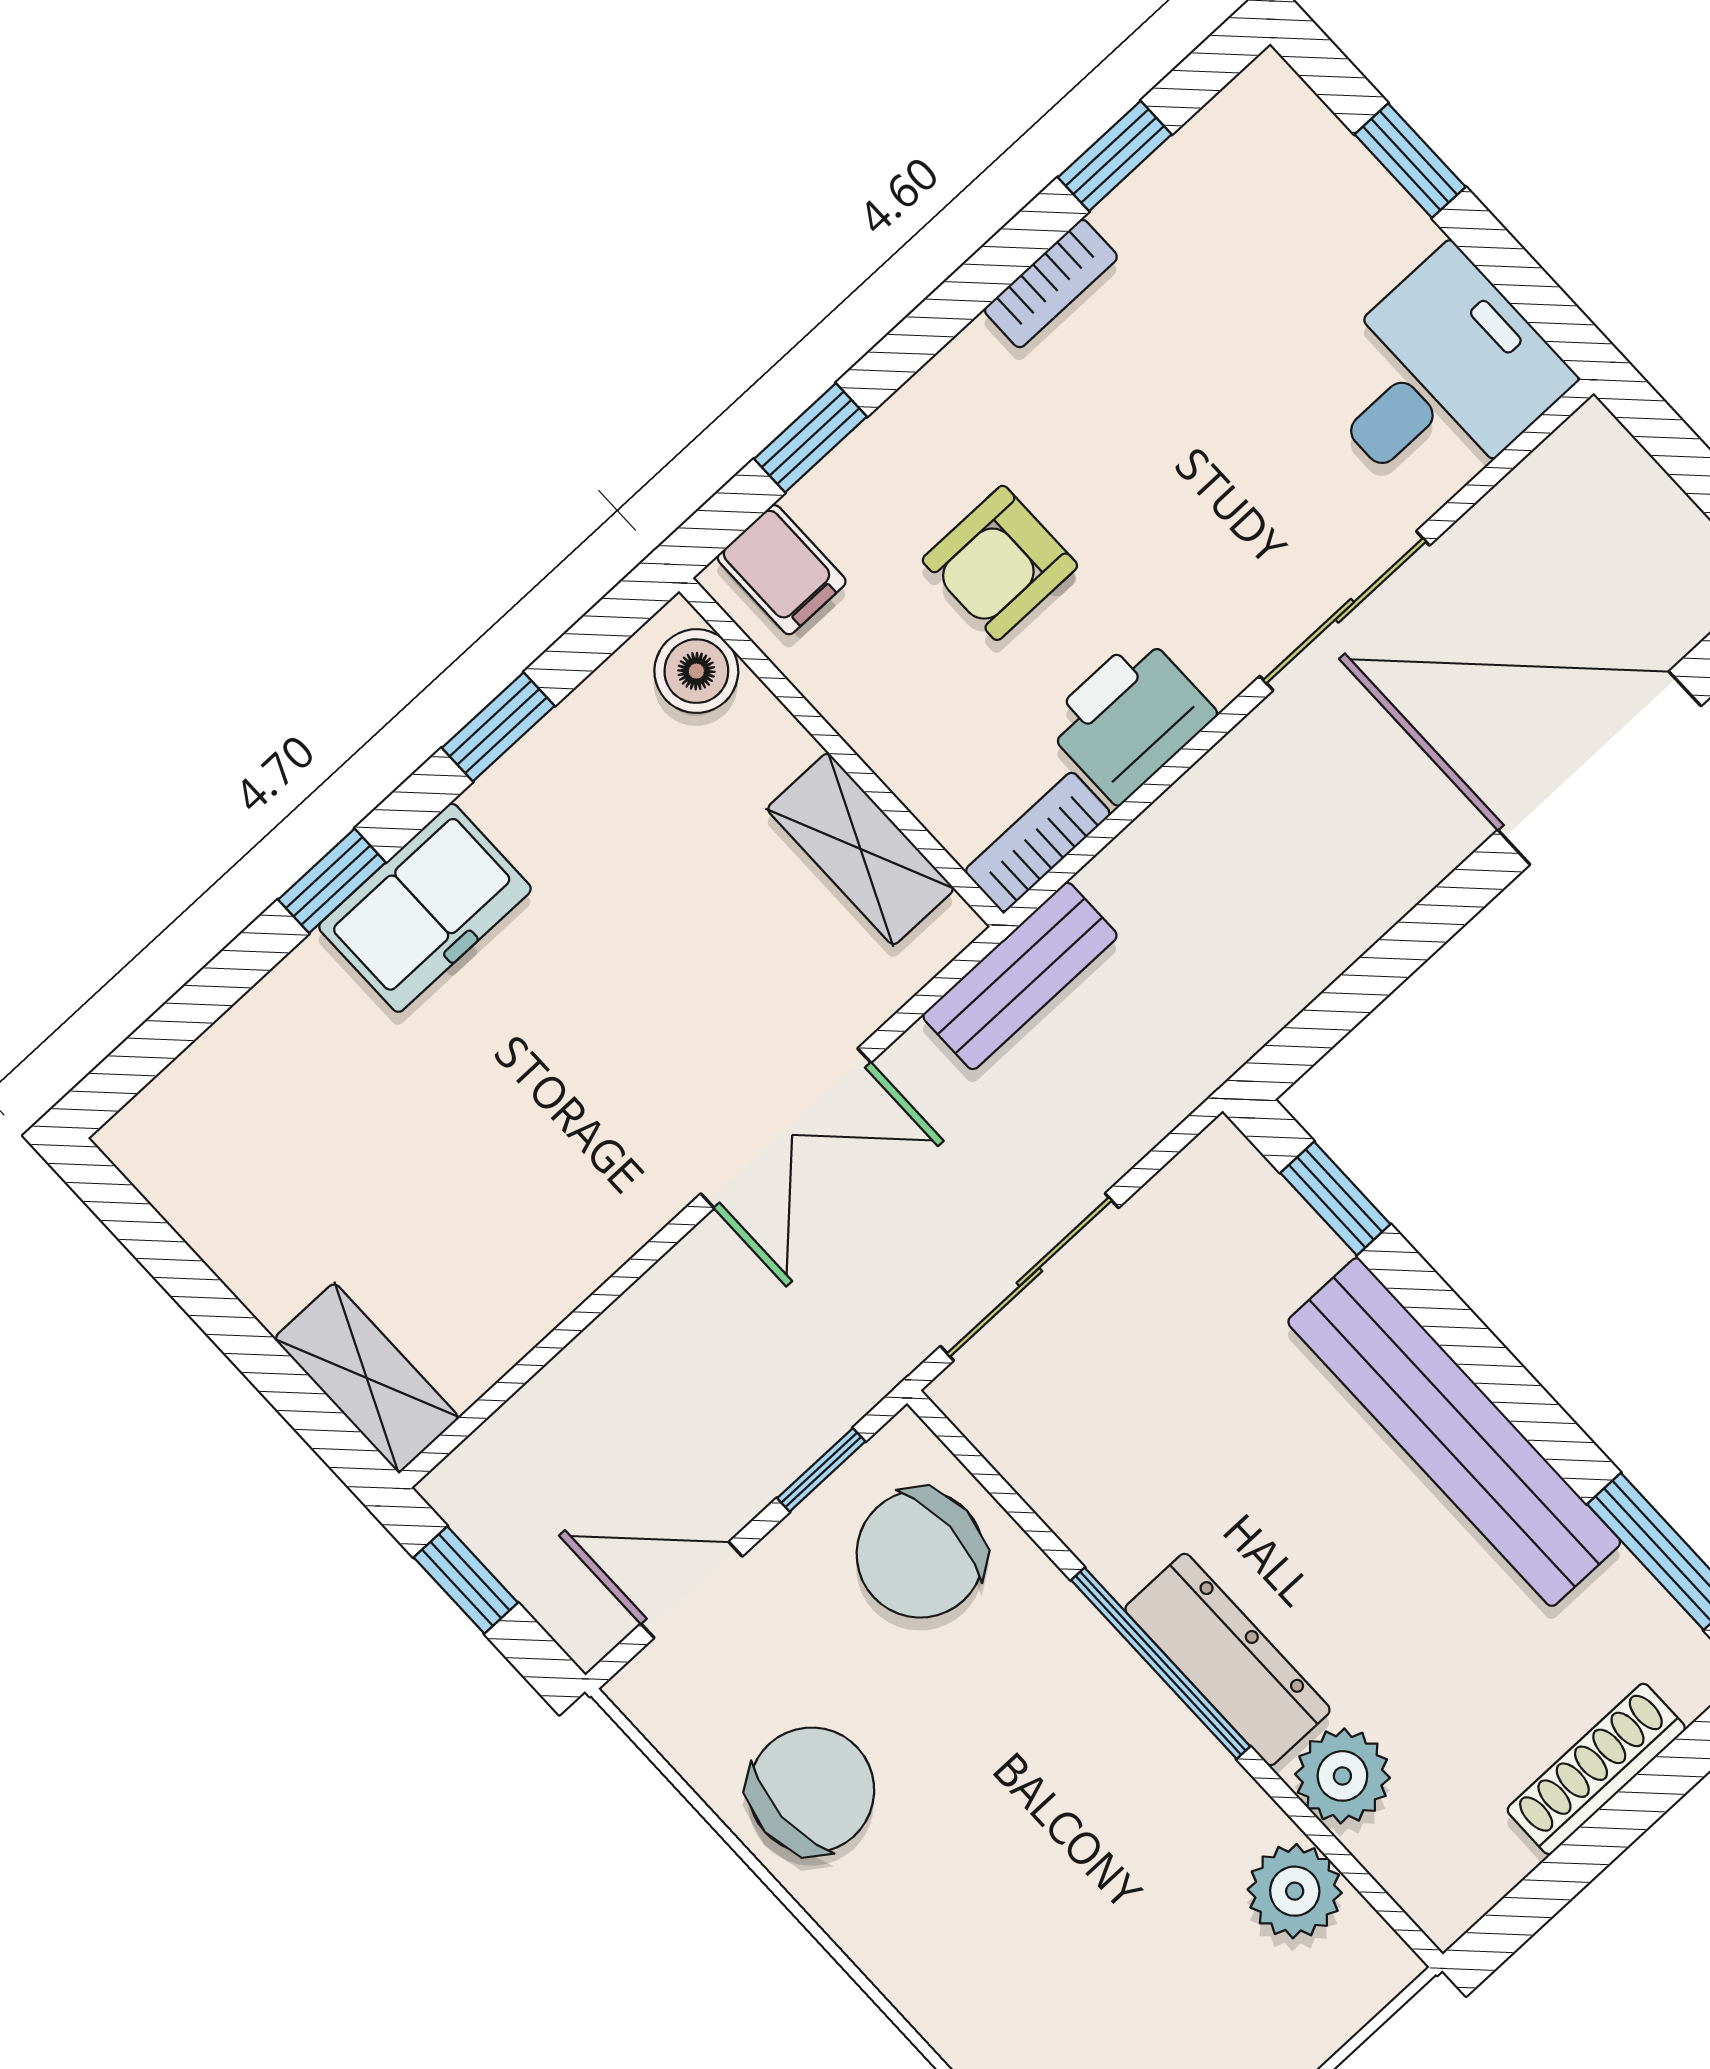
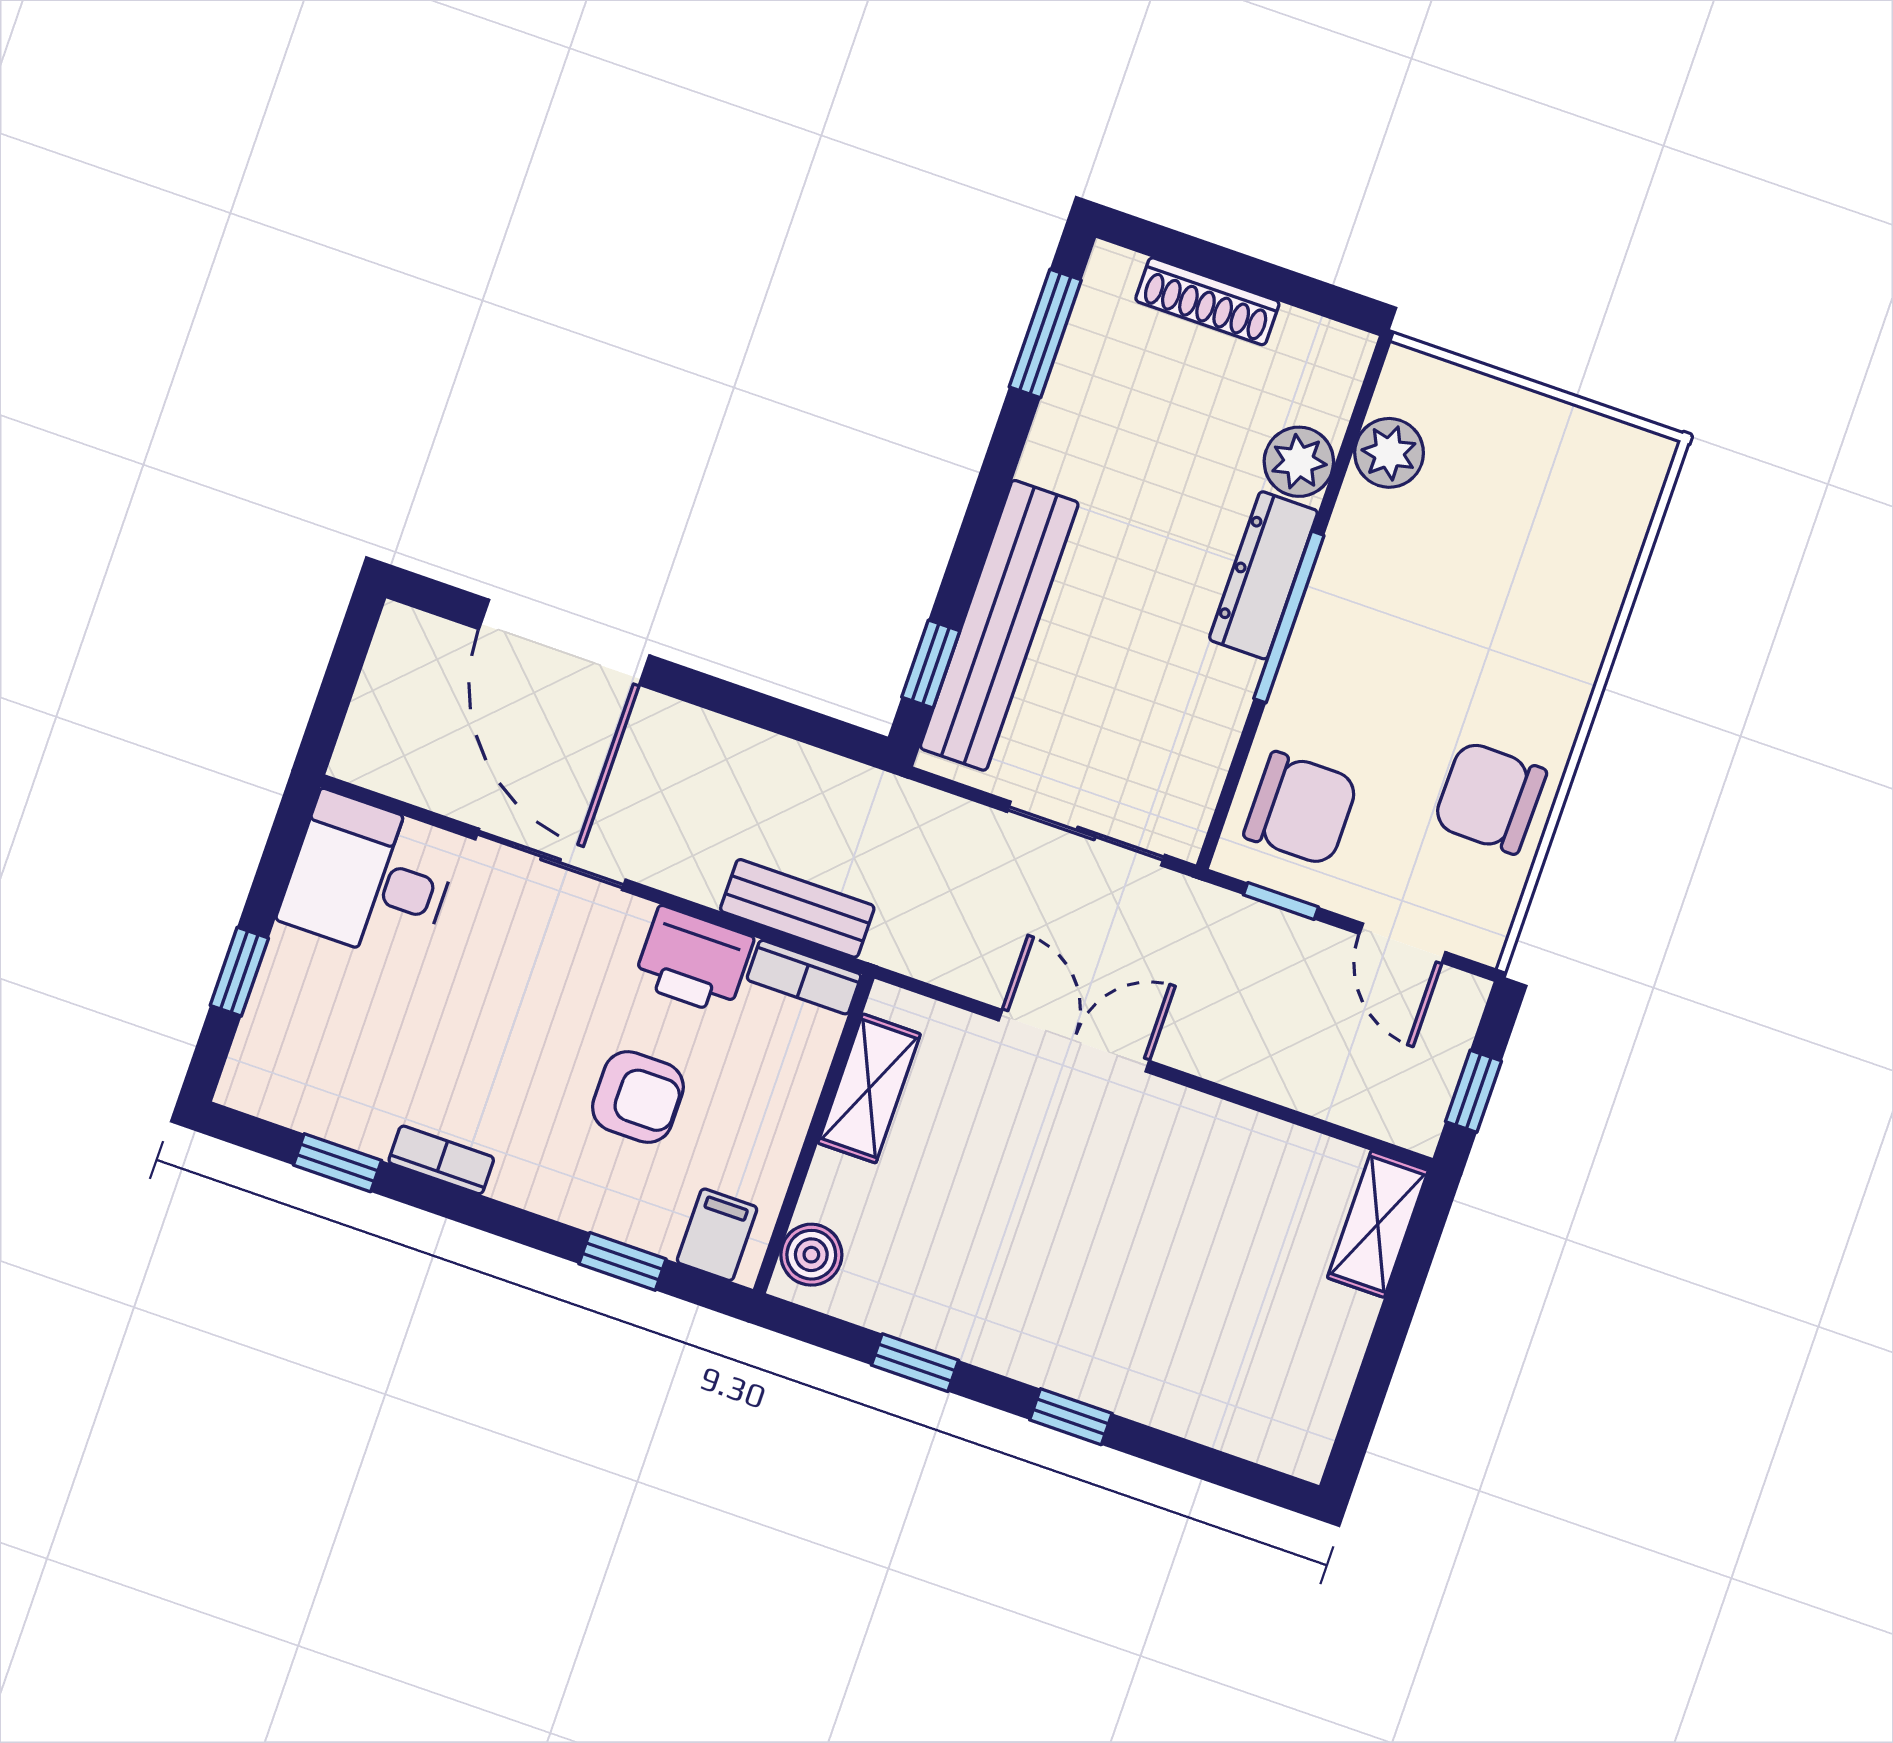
freezer: (425, 908) -> (1056, 1348), removed
bench: (1020, 976) -> (797, 908), moved
bench: (1454, 1432) -> (999, 625), moved

